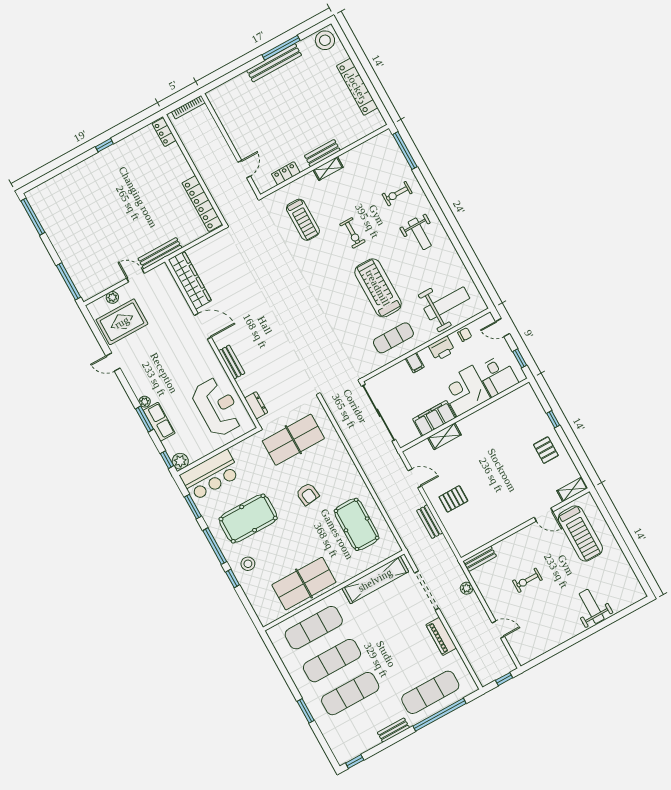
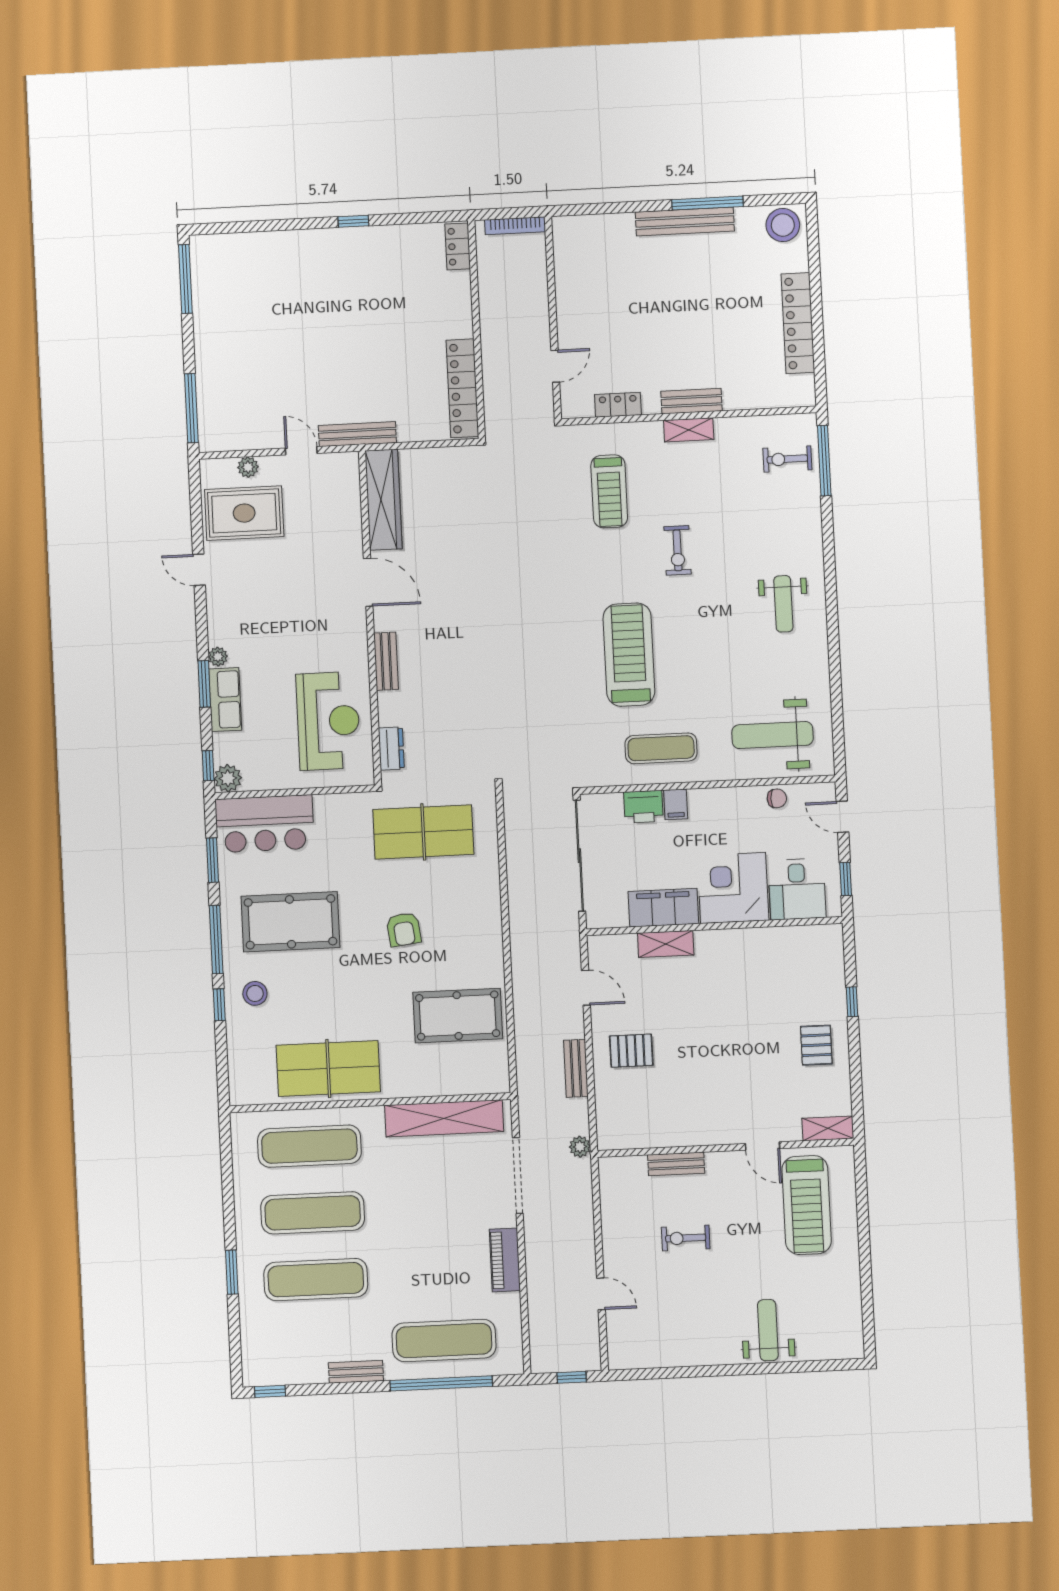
exercise bike: (397, 194) -> (787, 459), moved
treadmill: (378, 288) -> (629, 655), moved
weight bench: (447, 303) -> (773, 735), turned 180
printer: (442, 348) -> (643, 807), moved
pool table: (357, 524) -> (458, 1016), turned 90
bench: (480, 559) -> (676, 1164), moved
plant: (467, 588) -> (580, 1147), moved

